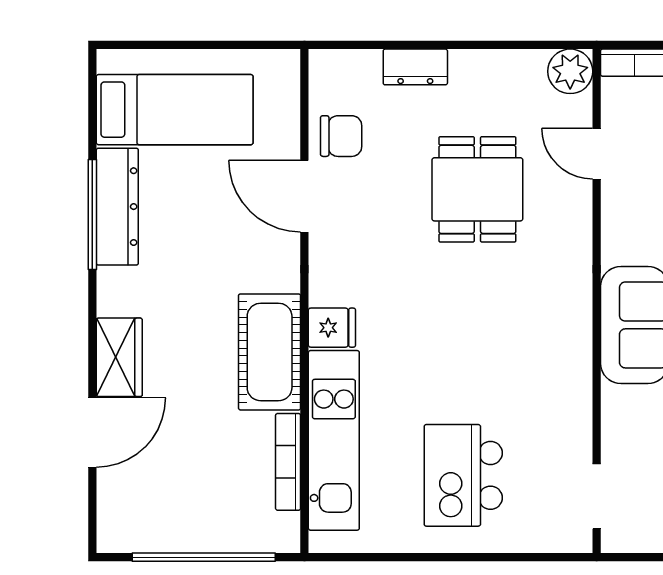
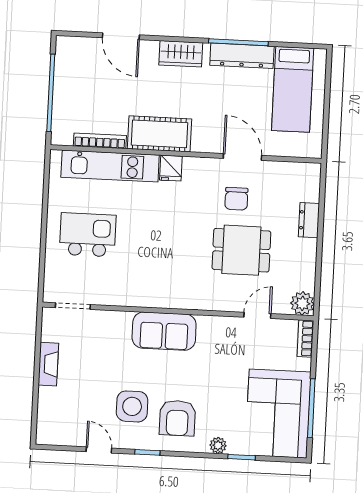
chair: (341, 136) -> (236, 199), moved
door: (304, 196) -> (242, 157), hinge flipped
wardrobe: (119, 357) -> (181, 54), moved

